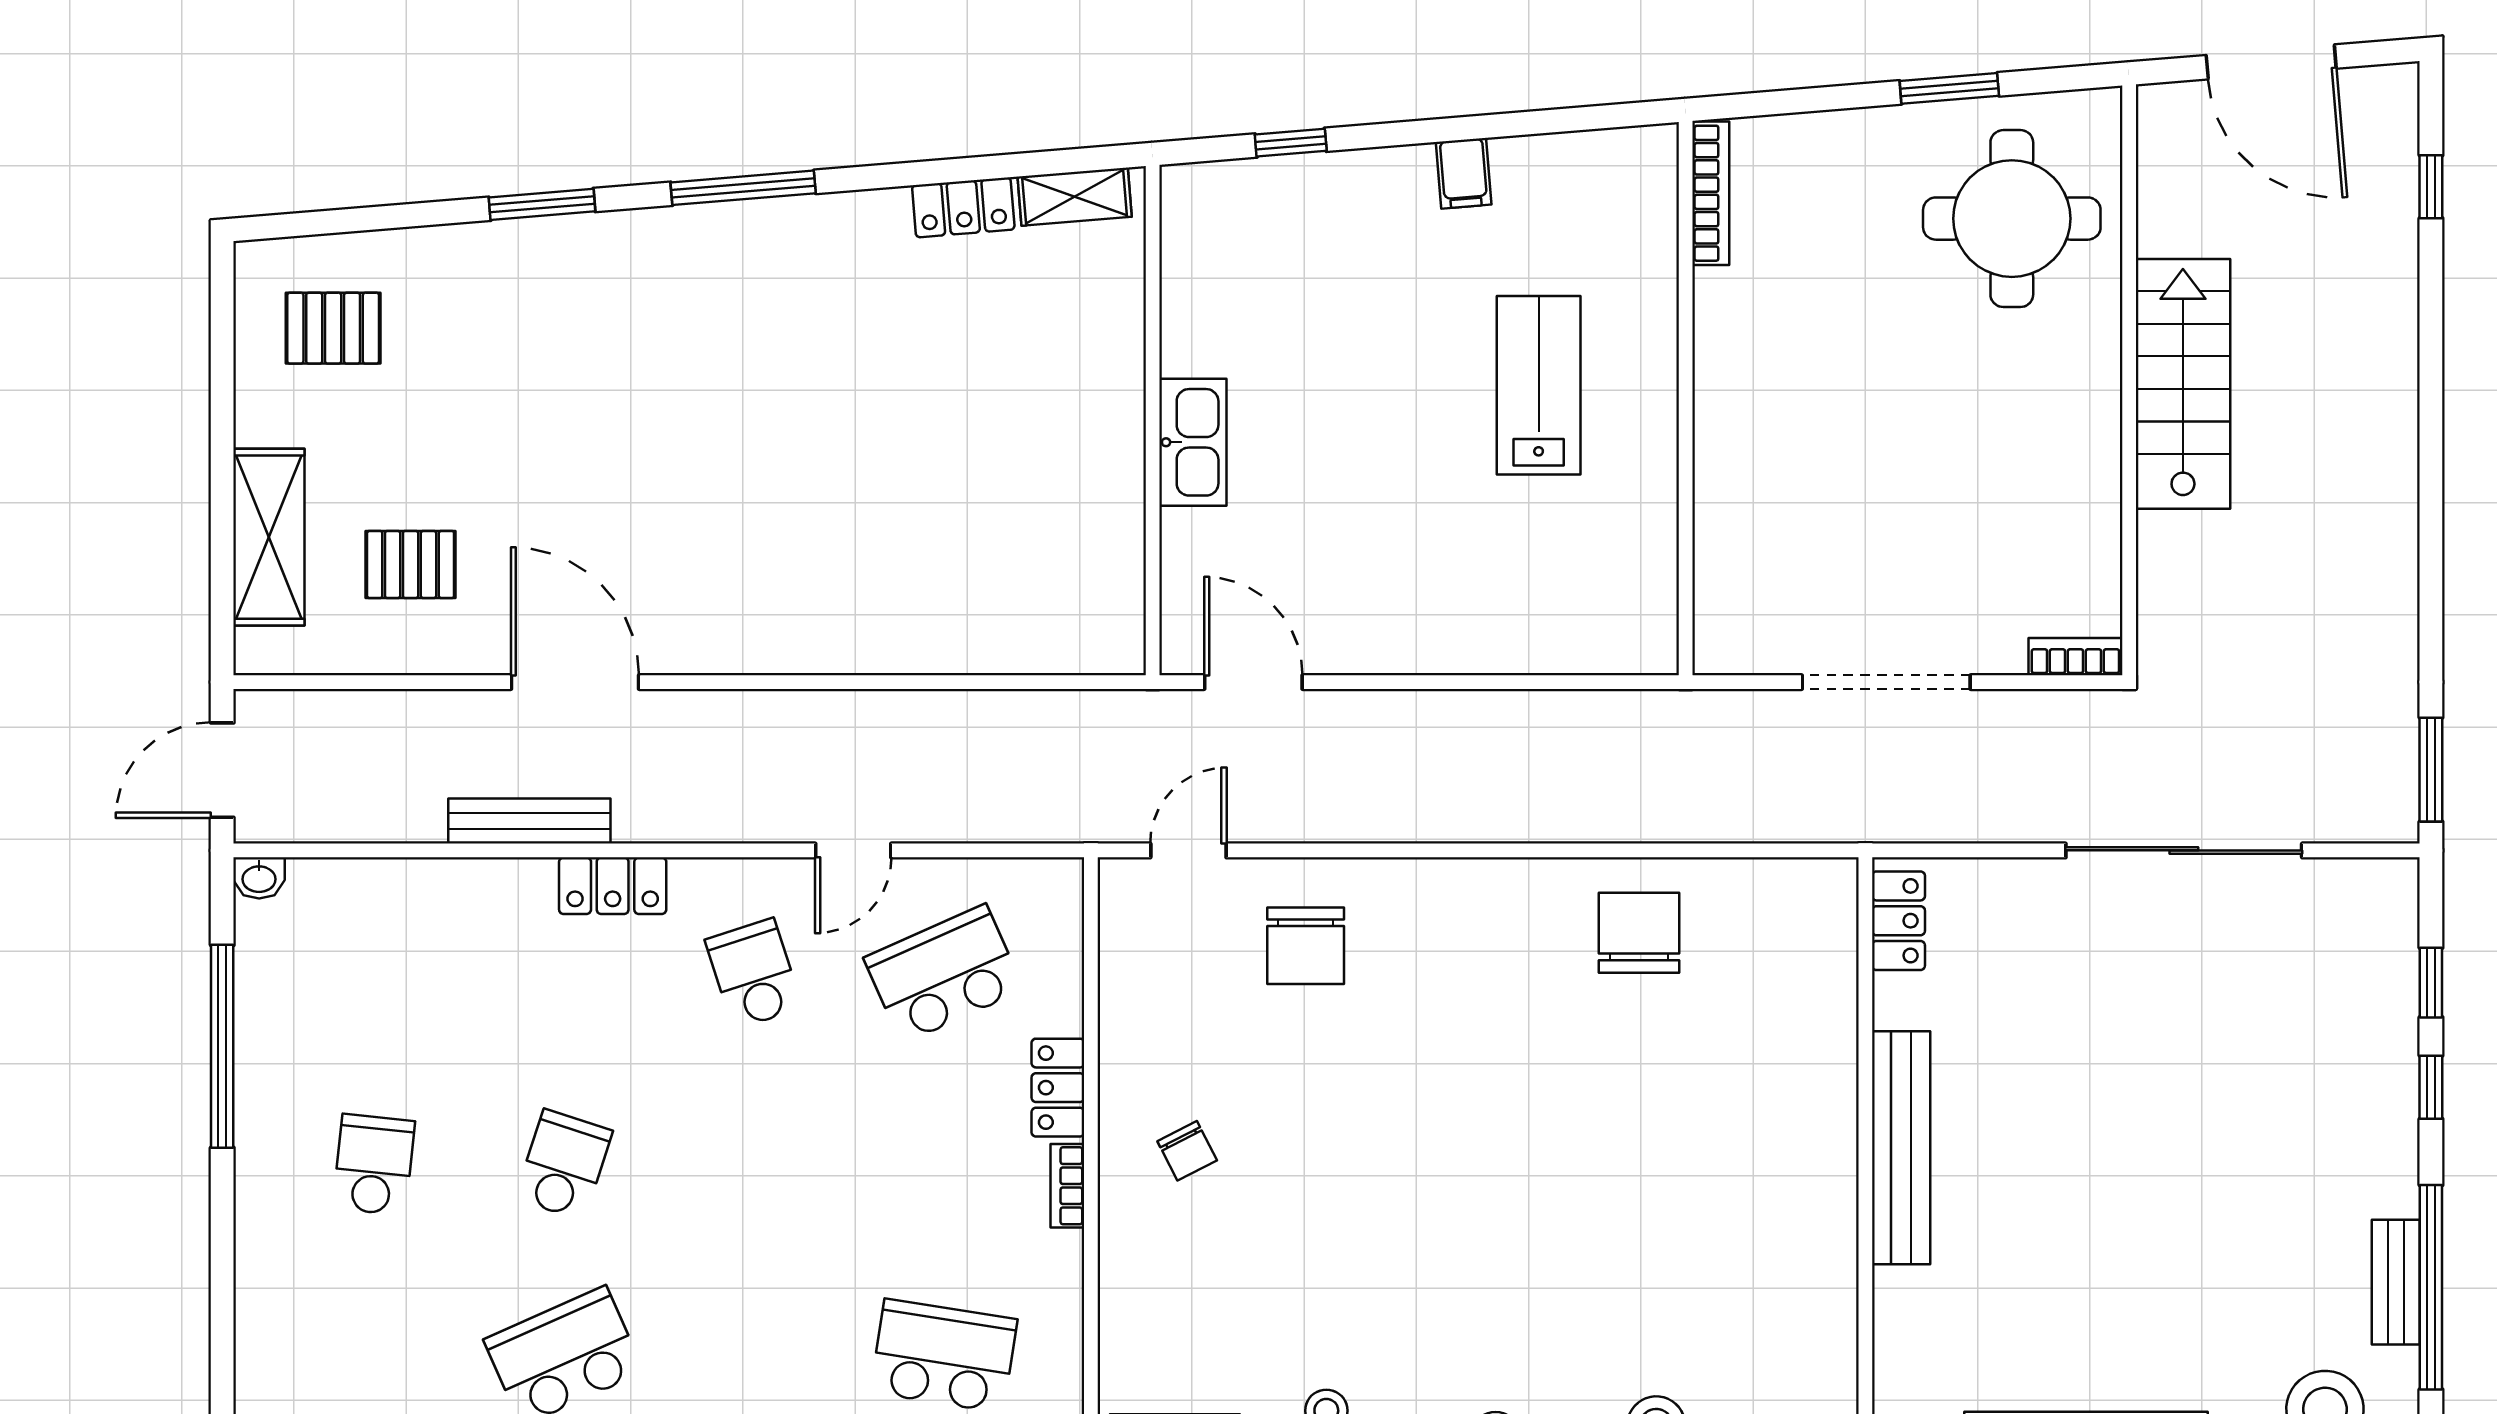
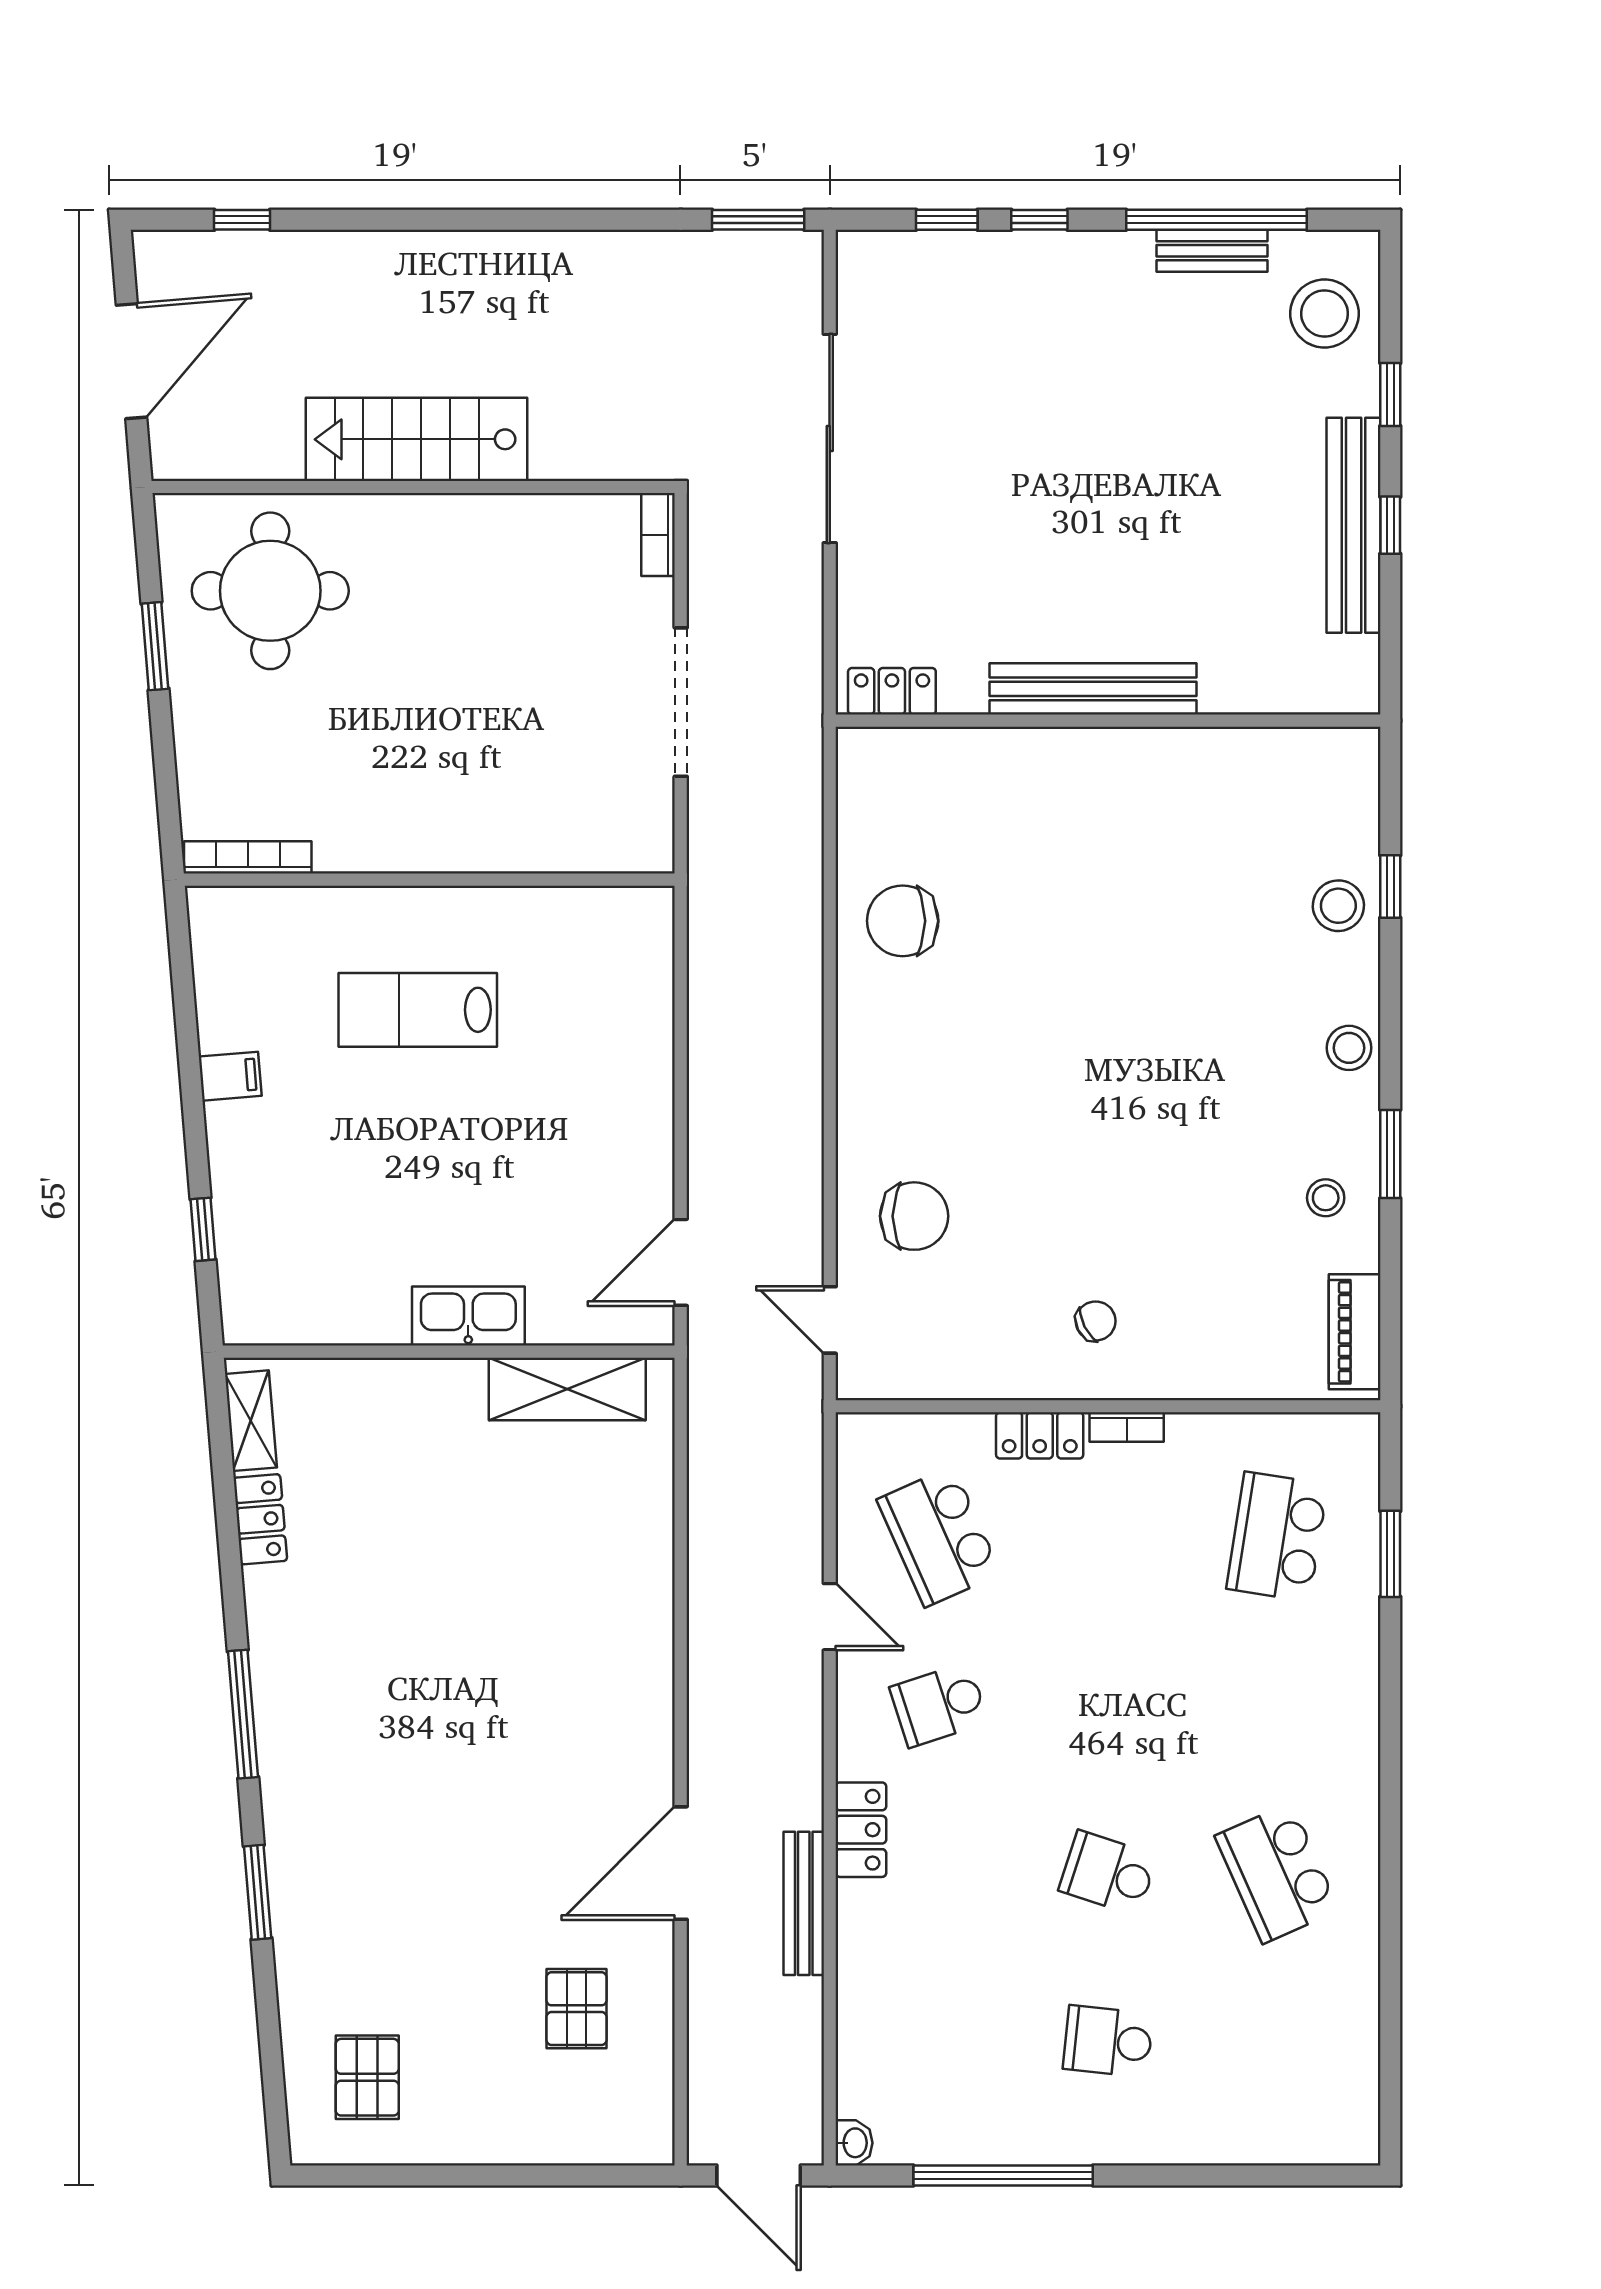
shelving: (269, 537) -> (567, 1389), moved

